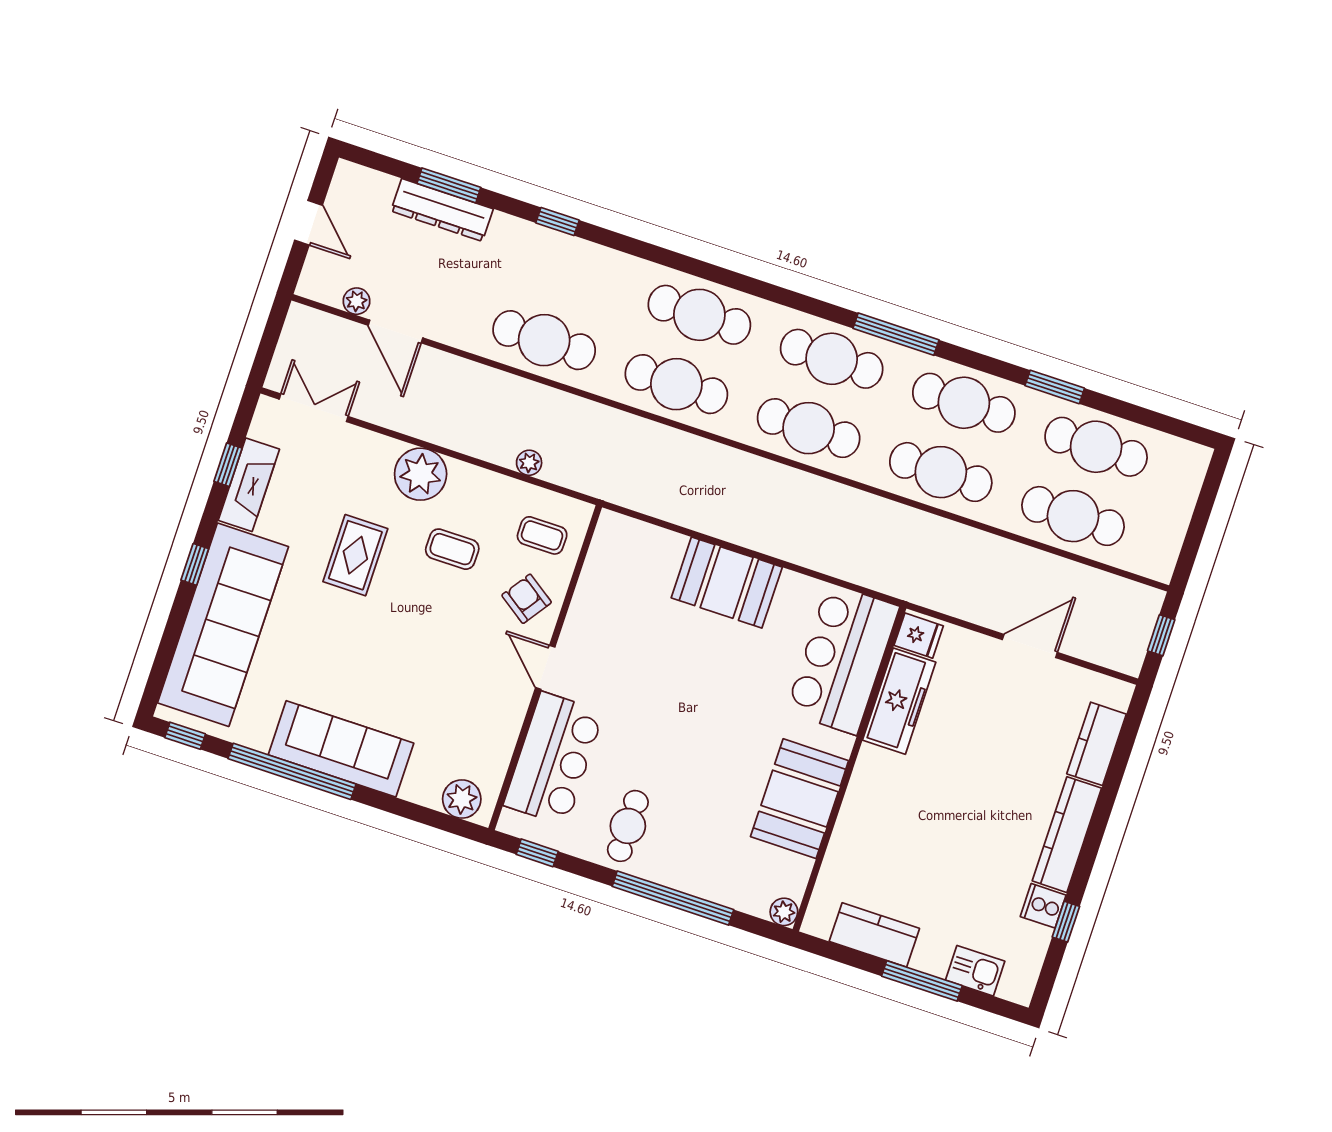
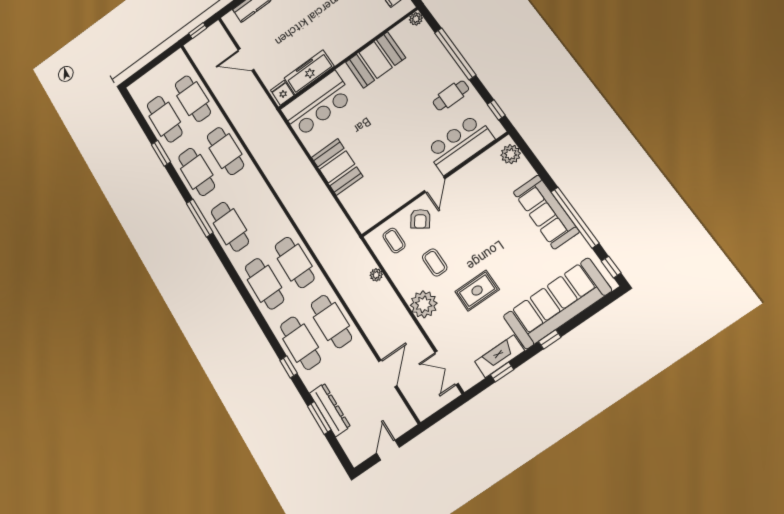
plant: (356, 301) -> (394, 400), removed
cafe table: (809, 428) -> (300, 343), moved

